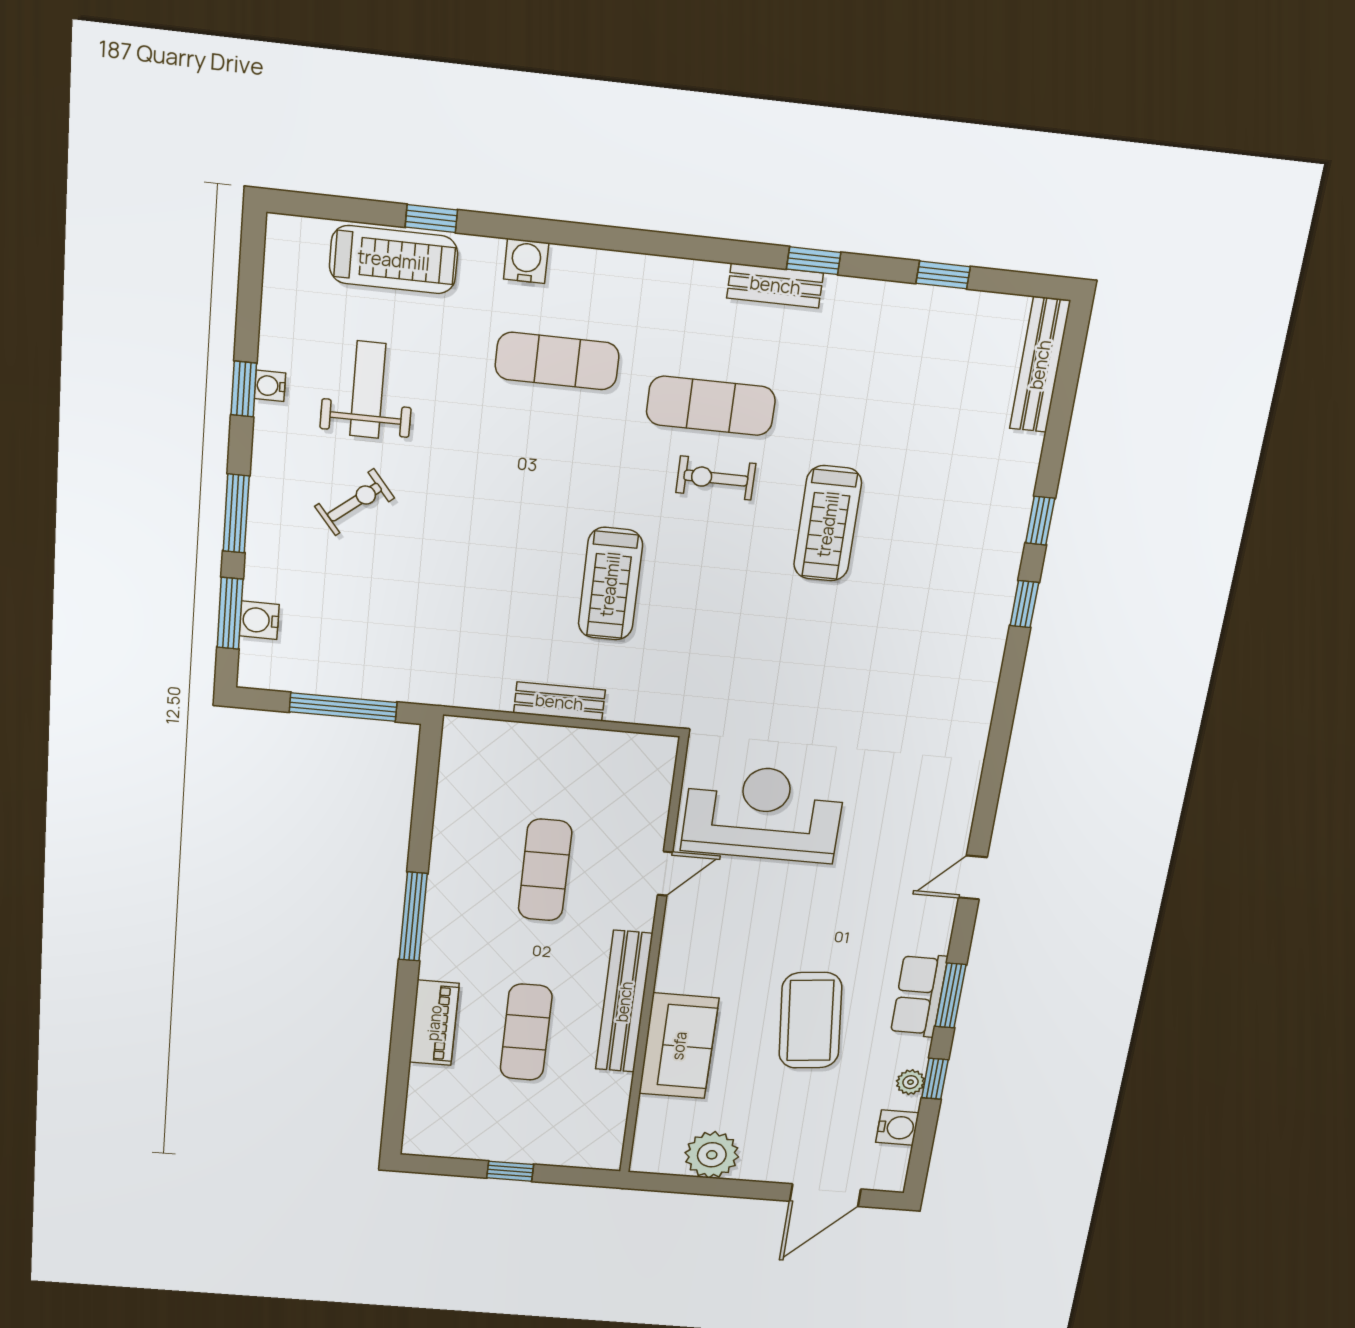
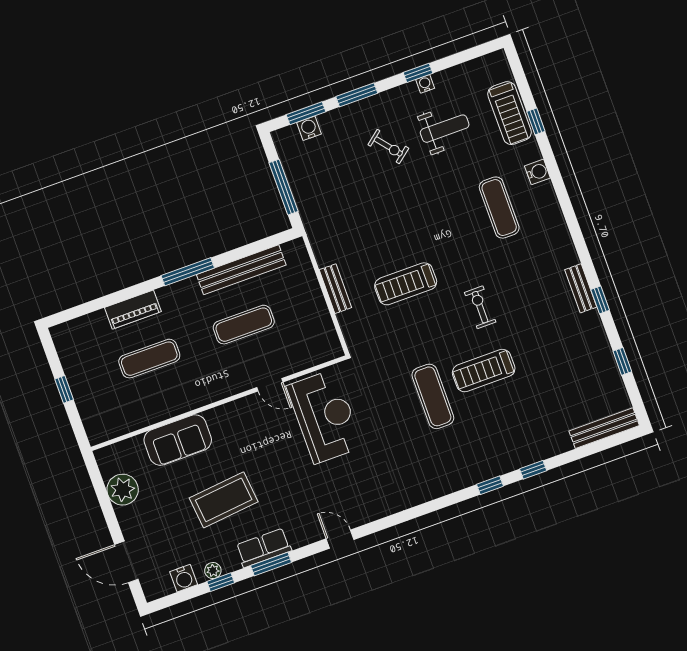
exercise mat: (711, 406) -> (433, 396), moved
bench: (624, 1002) -> (241, 270), moved

